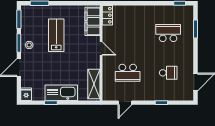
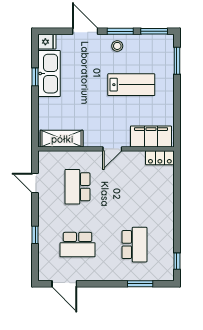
school desk: (168, 73) -> (78, 245), width x1.85
kitchen sink: (61, 93) -> (49, 74), moved

